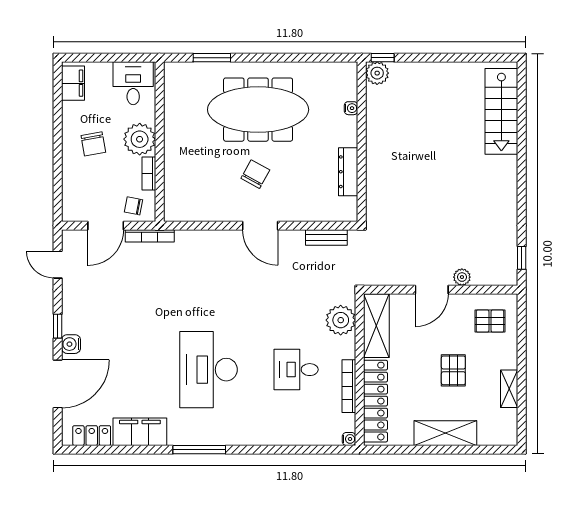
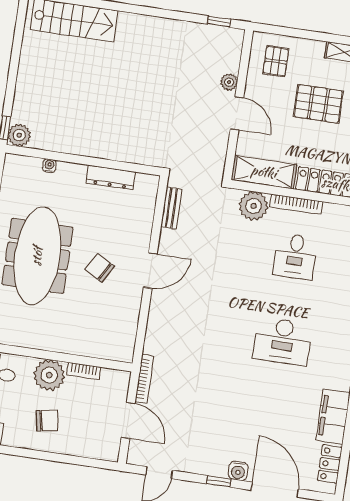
chair: (134, 206) -> (113, 390), removed
desk: (209, 370) -> (283, 341), width x0.73, depth x0.77
pallet: (453, 370) -> (318, 104), width x1.50, depth x1.42
bookcase: (349, 386) -> (296, 204), moved

